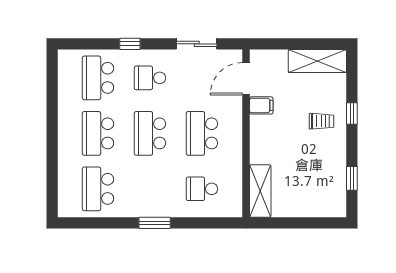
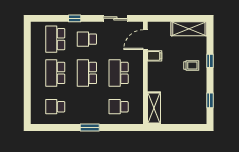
school desk: (98, 189) -> (55, 107), width x0.54

